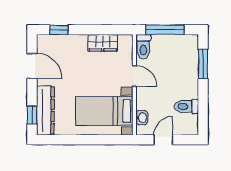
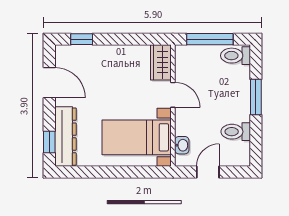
wardrobe: (103, 43) -> (161, 62), moved, turned 90
toilet: (143, 47) -> (236, 56), moved, turned 90
window: (203, 64) -> (256, 97), moved

